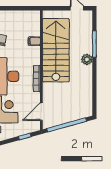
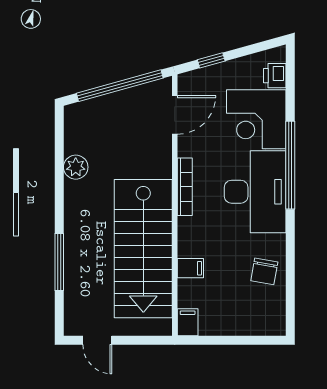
filing cabinet: (36, 17) -> (188, 322), added
plant: (87, 59) -> (76, 167), moved

